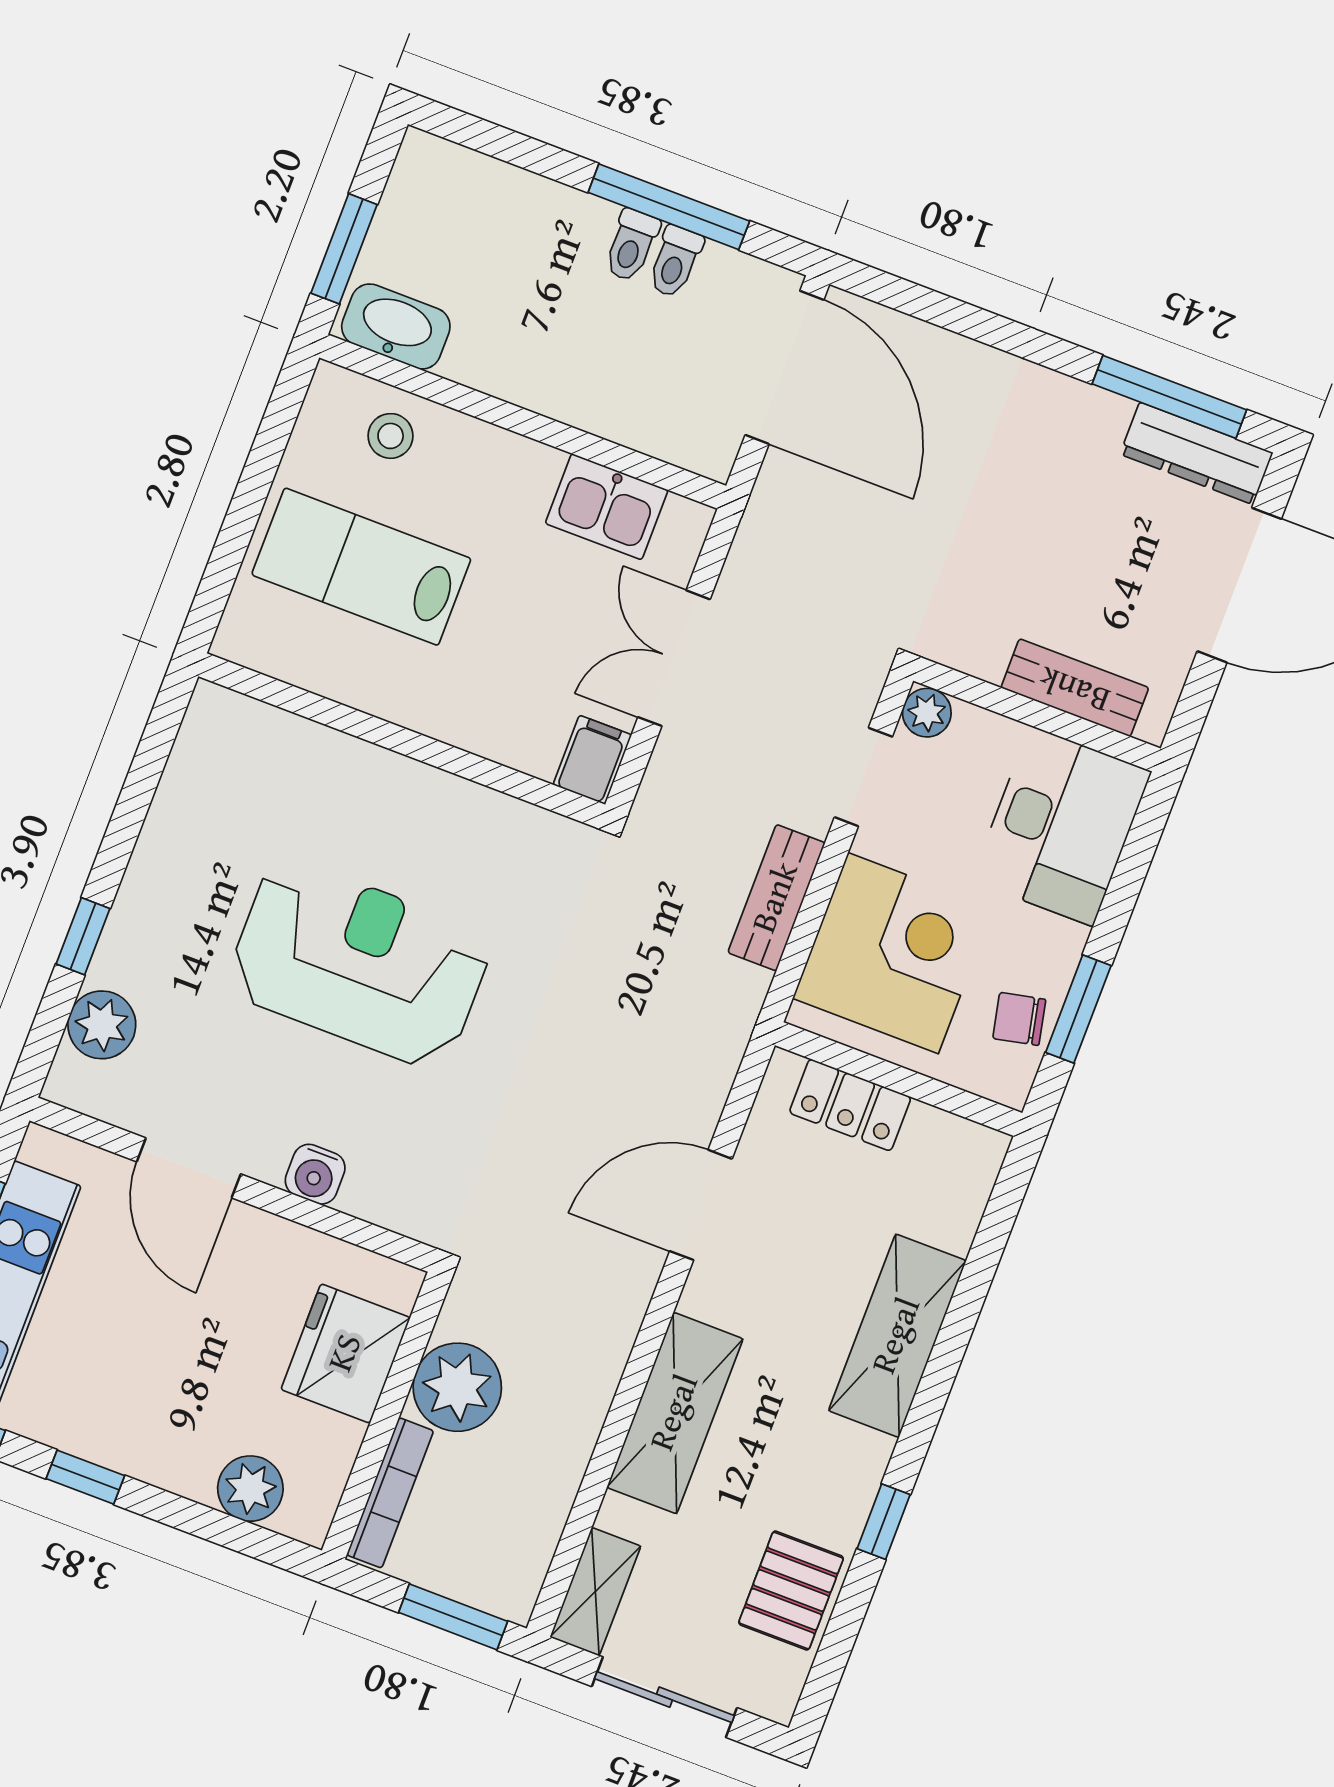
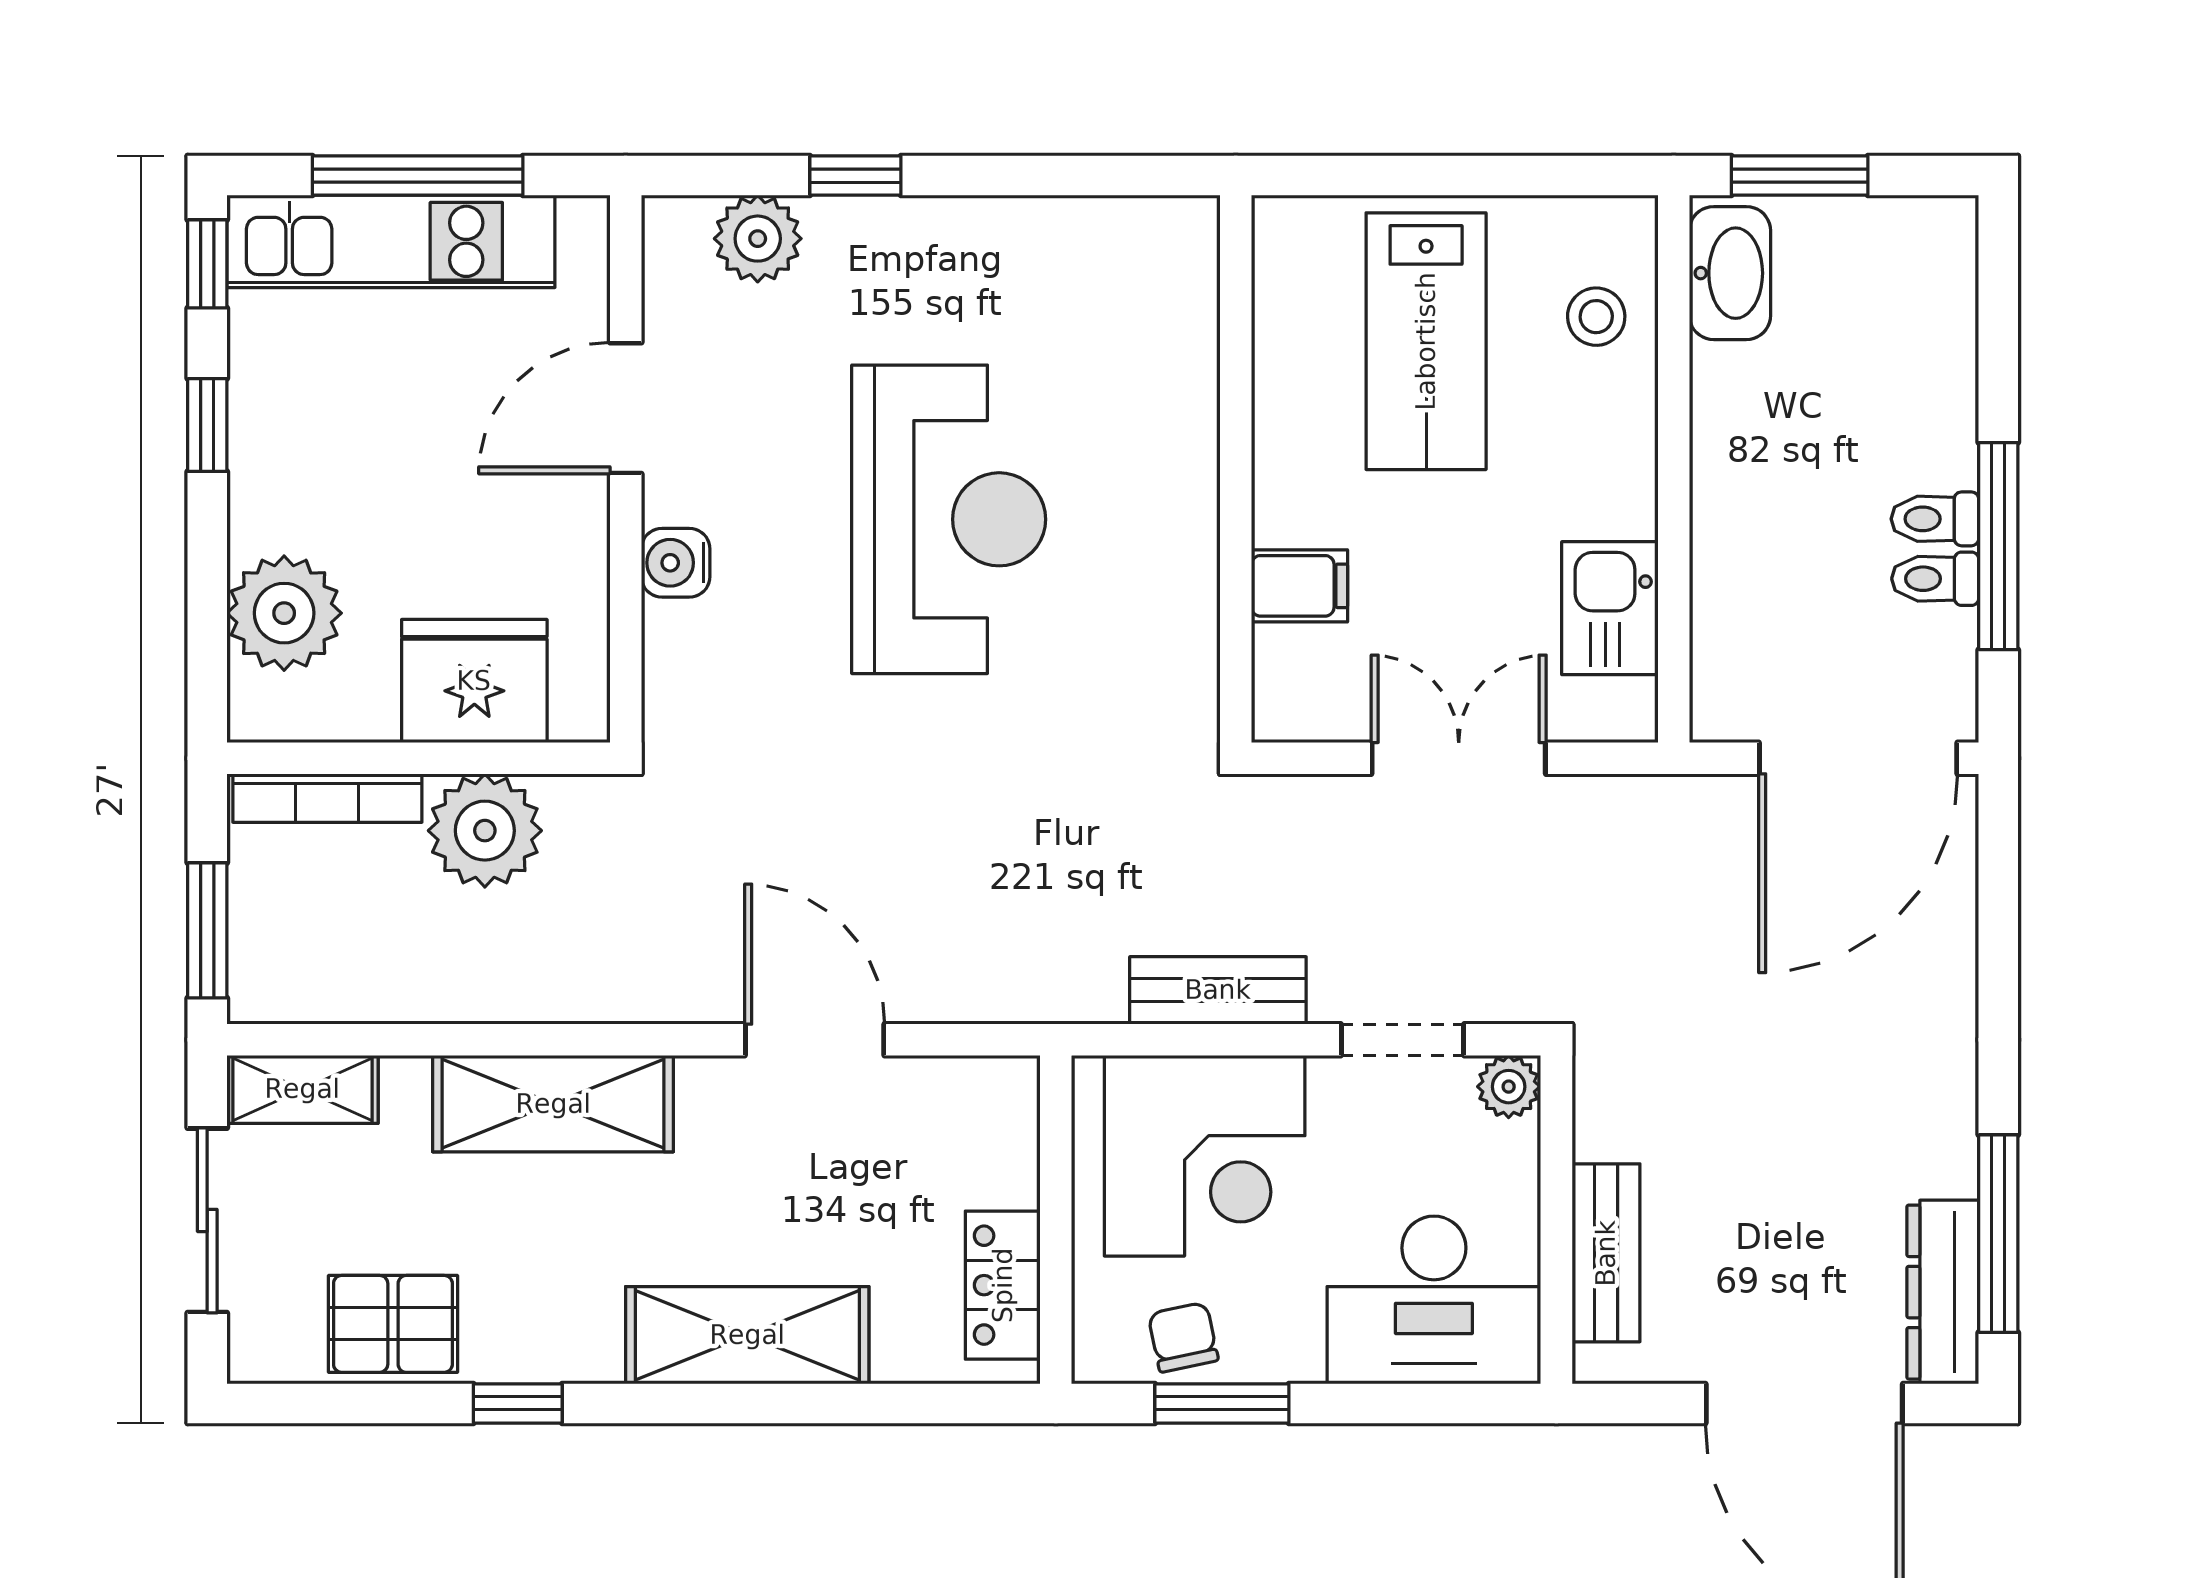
lab bench: (361, 567) -> (1426, 341), turned 180
filing cabinet: (592, 760) -> (1299, 586), moved
locker: (850, 1105) -> (1003, 1285), moved
plant: (250, 1489) -> (284, 613), width x1.36, depth x1.36

